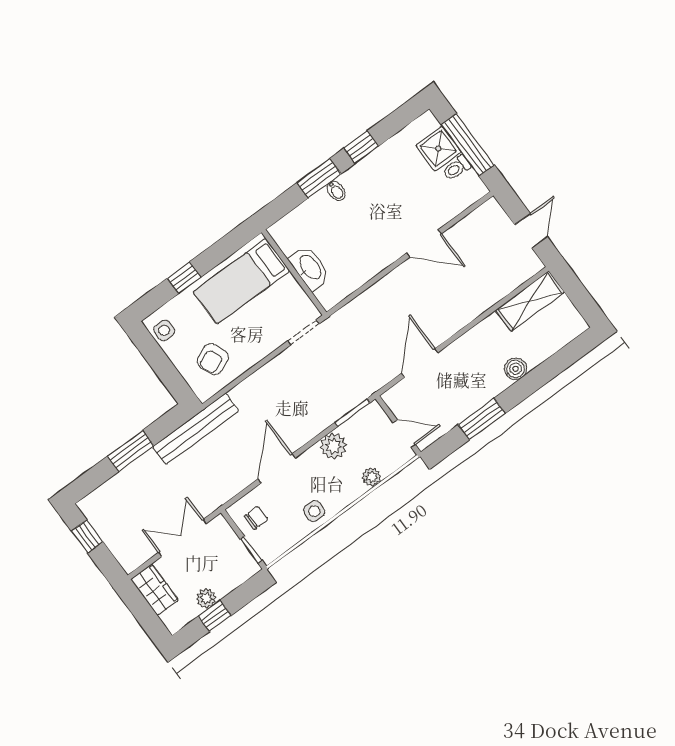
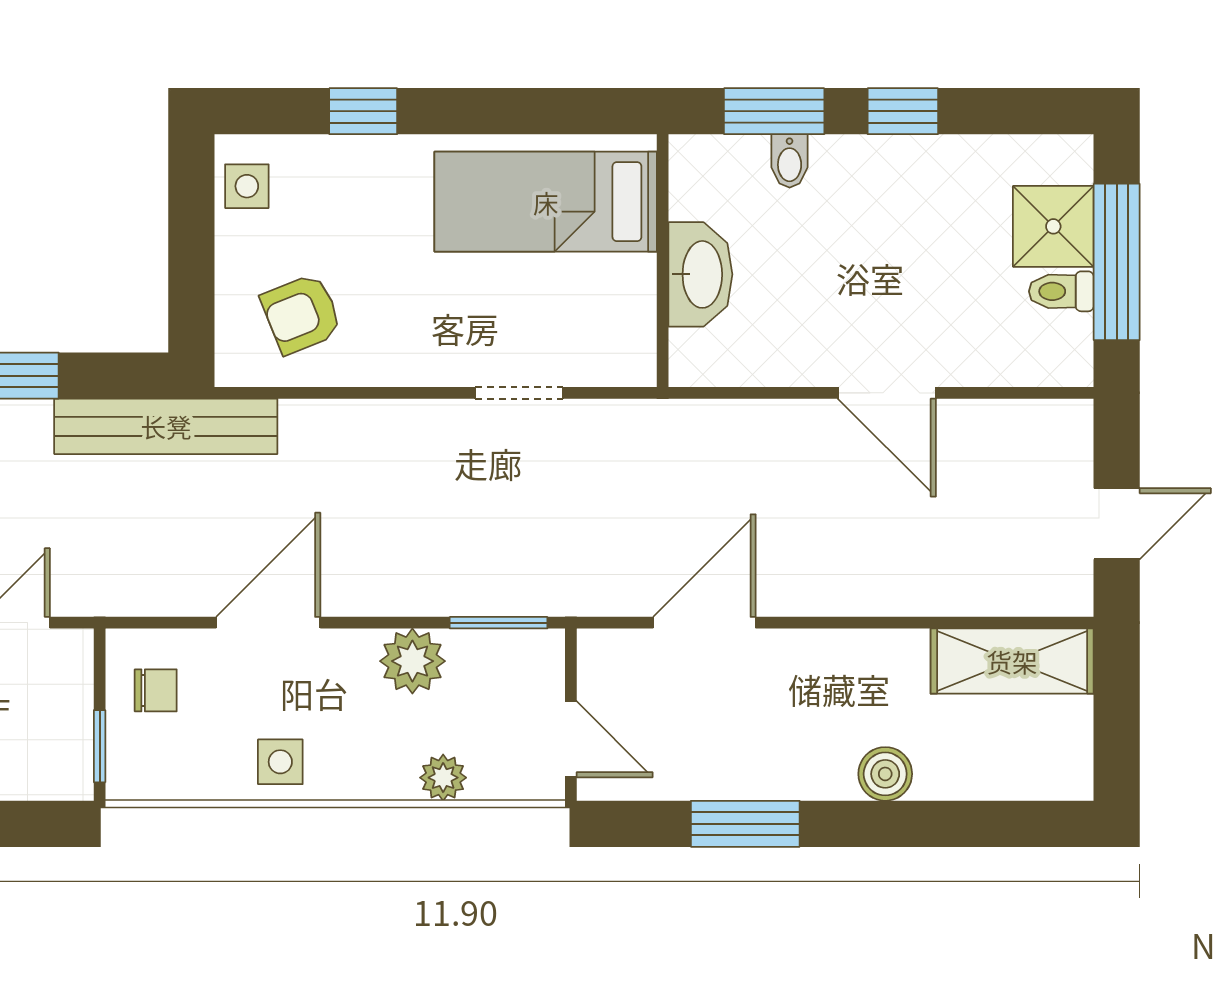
washbasin: (310, 268) -> (700, 274), moved
wall: (294, 272) -> (663, 261), moved
bed: (241, 281) -> (546, 202), moved

